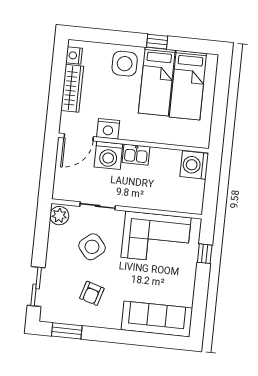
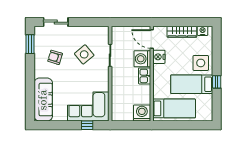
bed: (188, 85) -> (174, 108), moved, turned 180
plant: (59, 216) -> (102, 32), removed
corner sofa: (156, 237) -> (88, 107), moved, turned 90

